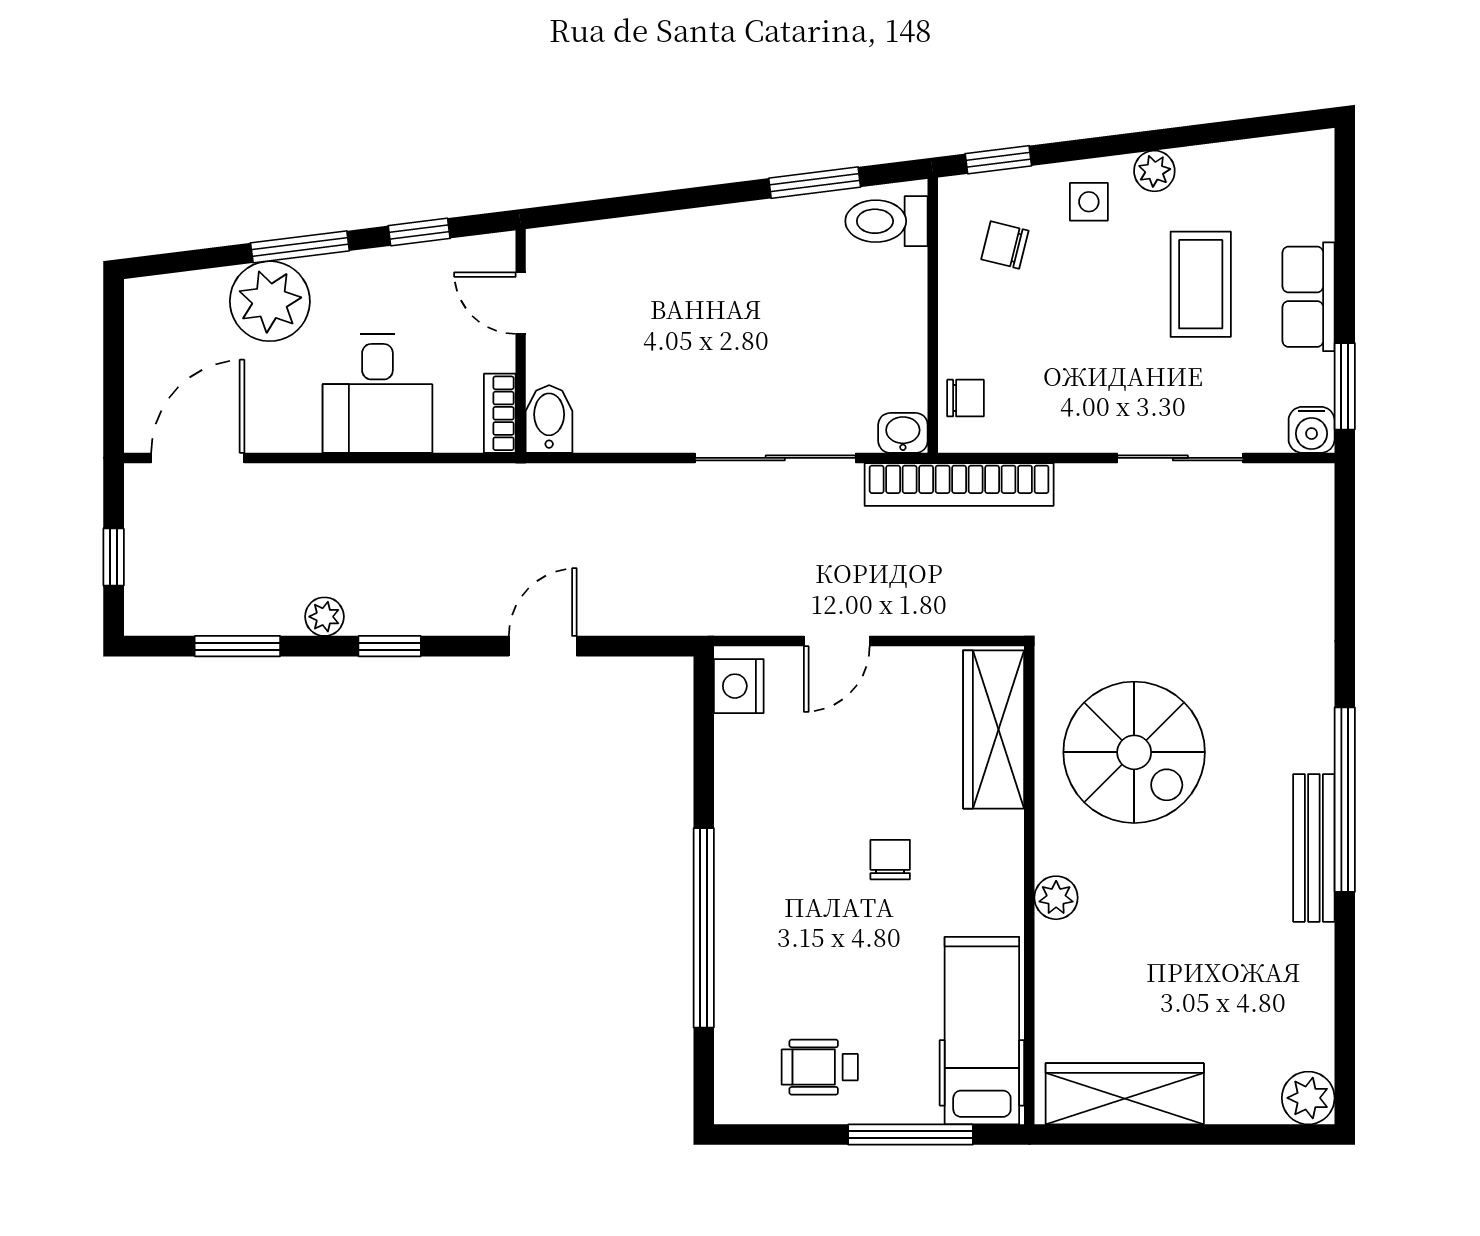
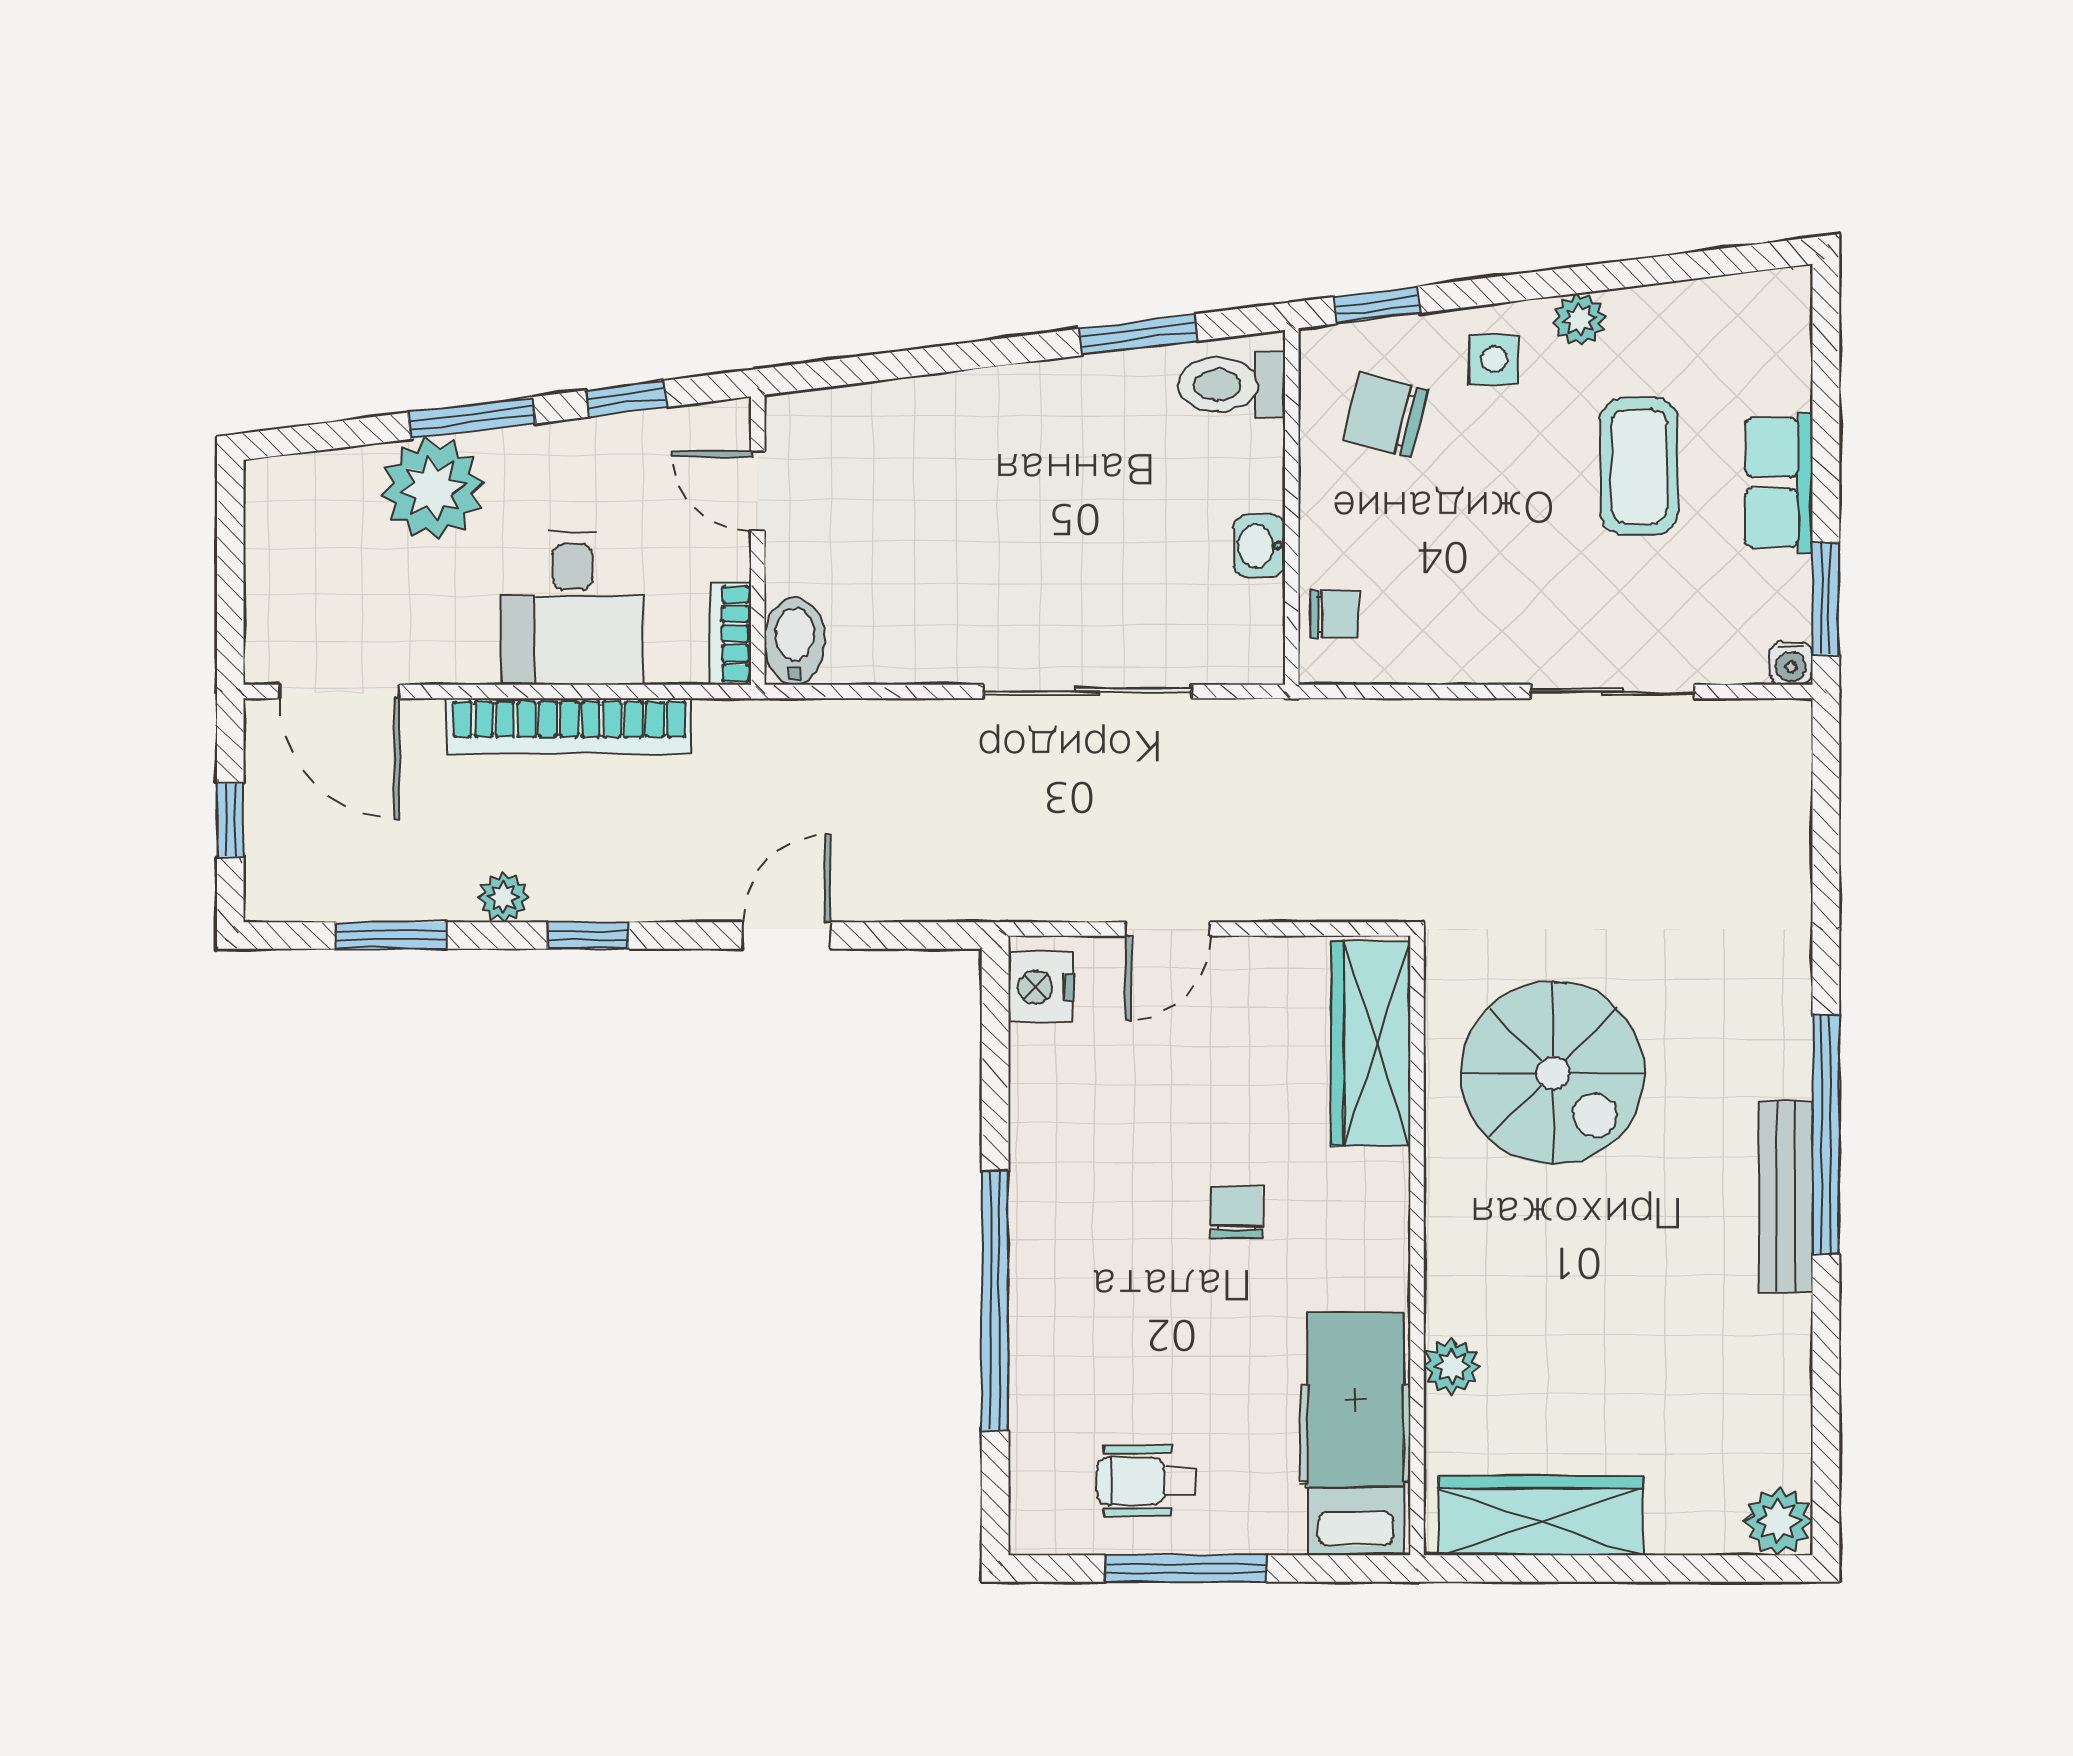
chair: (1005, 245) -> (1385, 415), width x1.37, depth x1.37
water cooler: (1312, 430) -> (1791, 663), width x0.72, depth x0.72
washbasin: (903, 433) -> (1259, 546), moved, turned -90
door: (198, 458) -> (339, 692), swing flipped
bookcase: (959, 484) -> (569, 726), moved
plant: (1056, 898) -> (1452, 1366), moved
window: (910, 1135) -> (1186, 1568), moved

